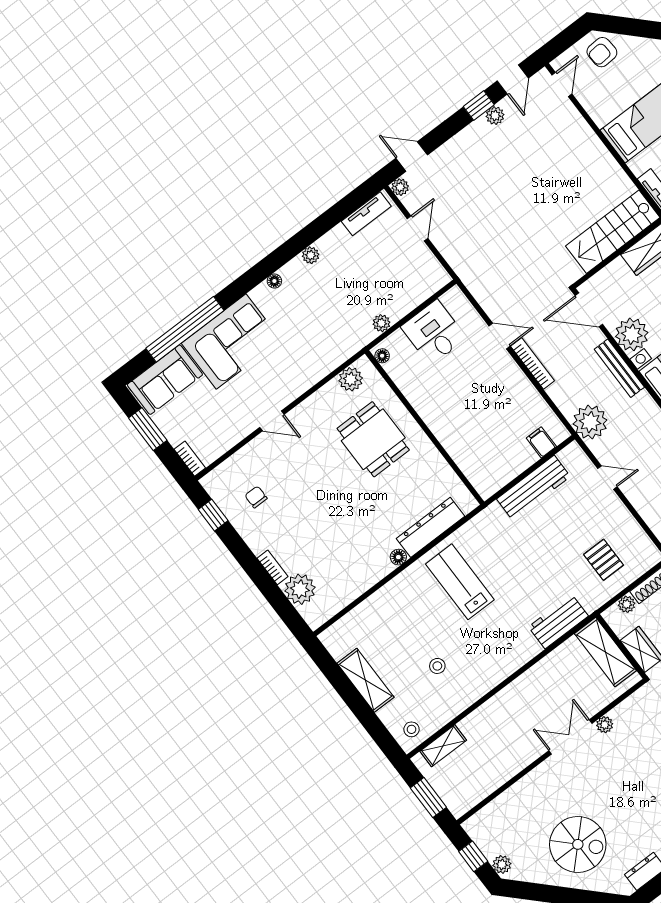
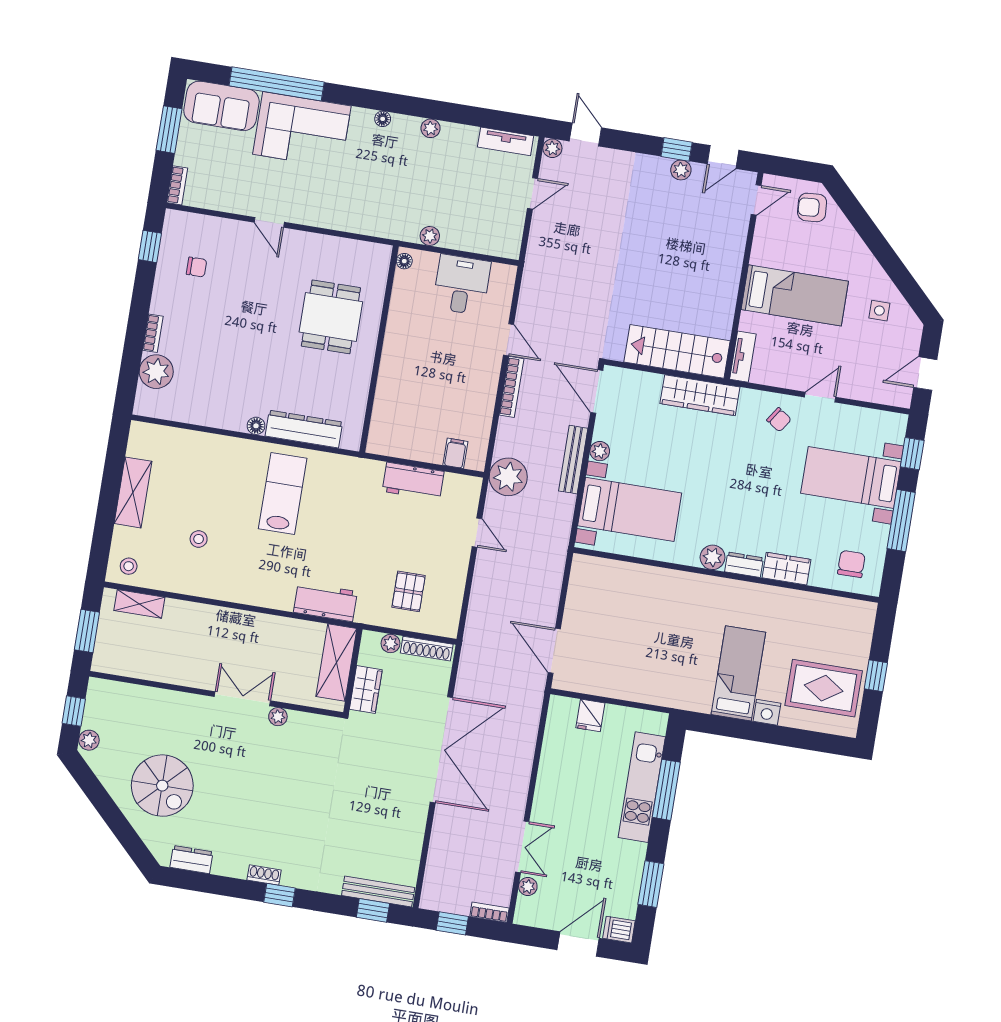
plant: (632, 334) -> (600, 451), width x0.53, depth x0.53
plant: (351, 379) -> (362, 254), removed
workbench: (533, 488) -> (413, 481), width x0.73
chair: (256, 497) -> (197, 267), turned 90

